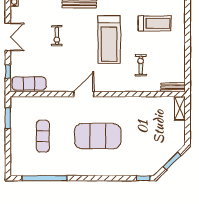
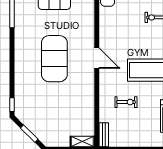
door: (84, 94) -> (97, 58), moved

